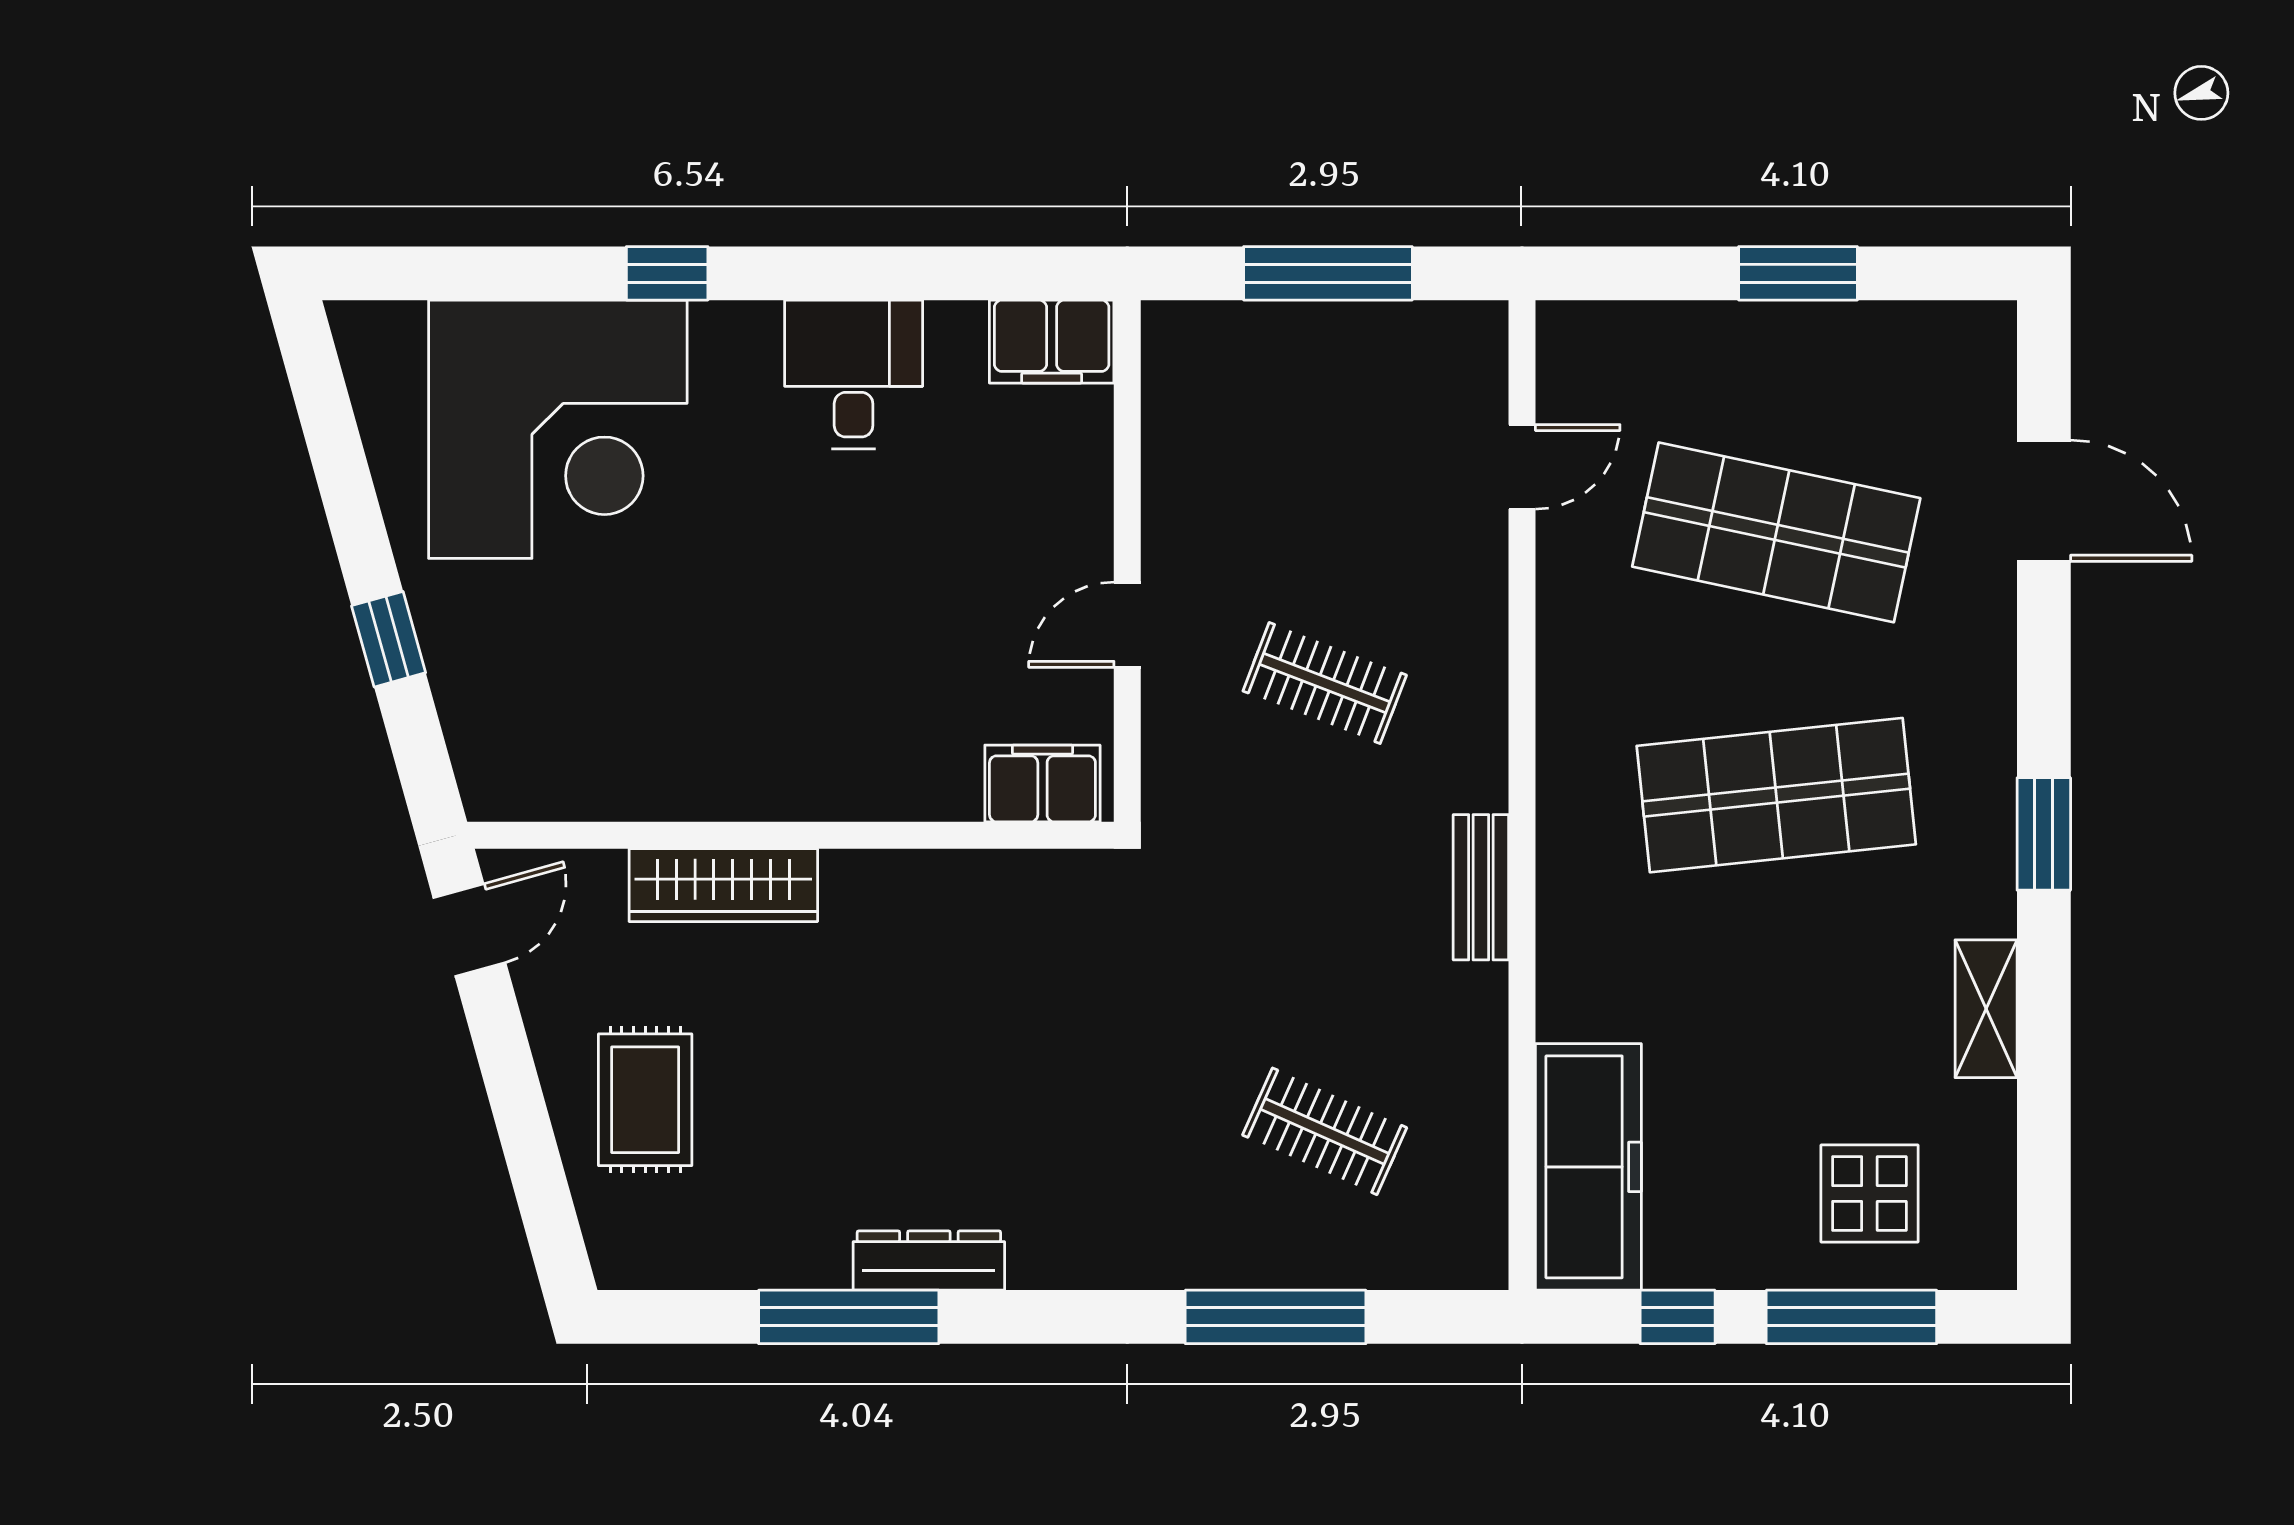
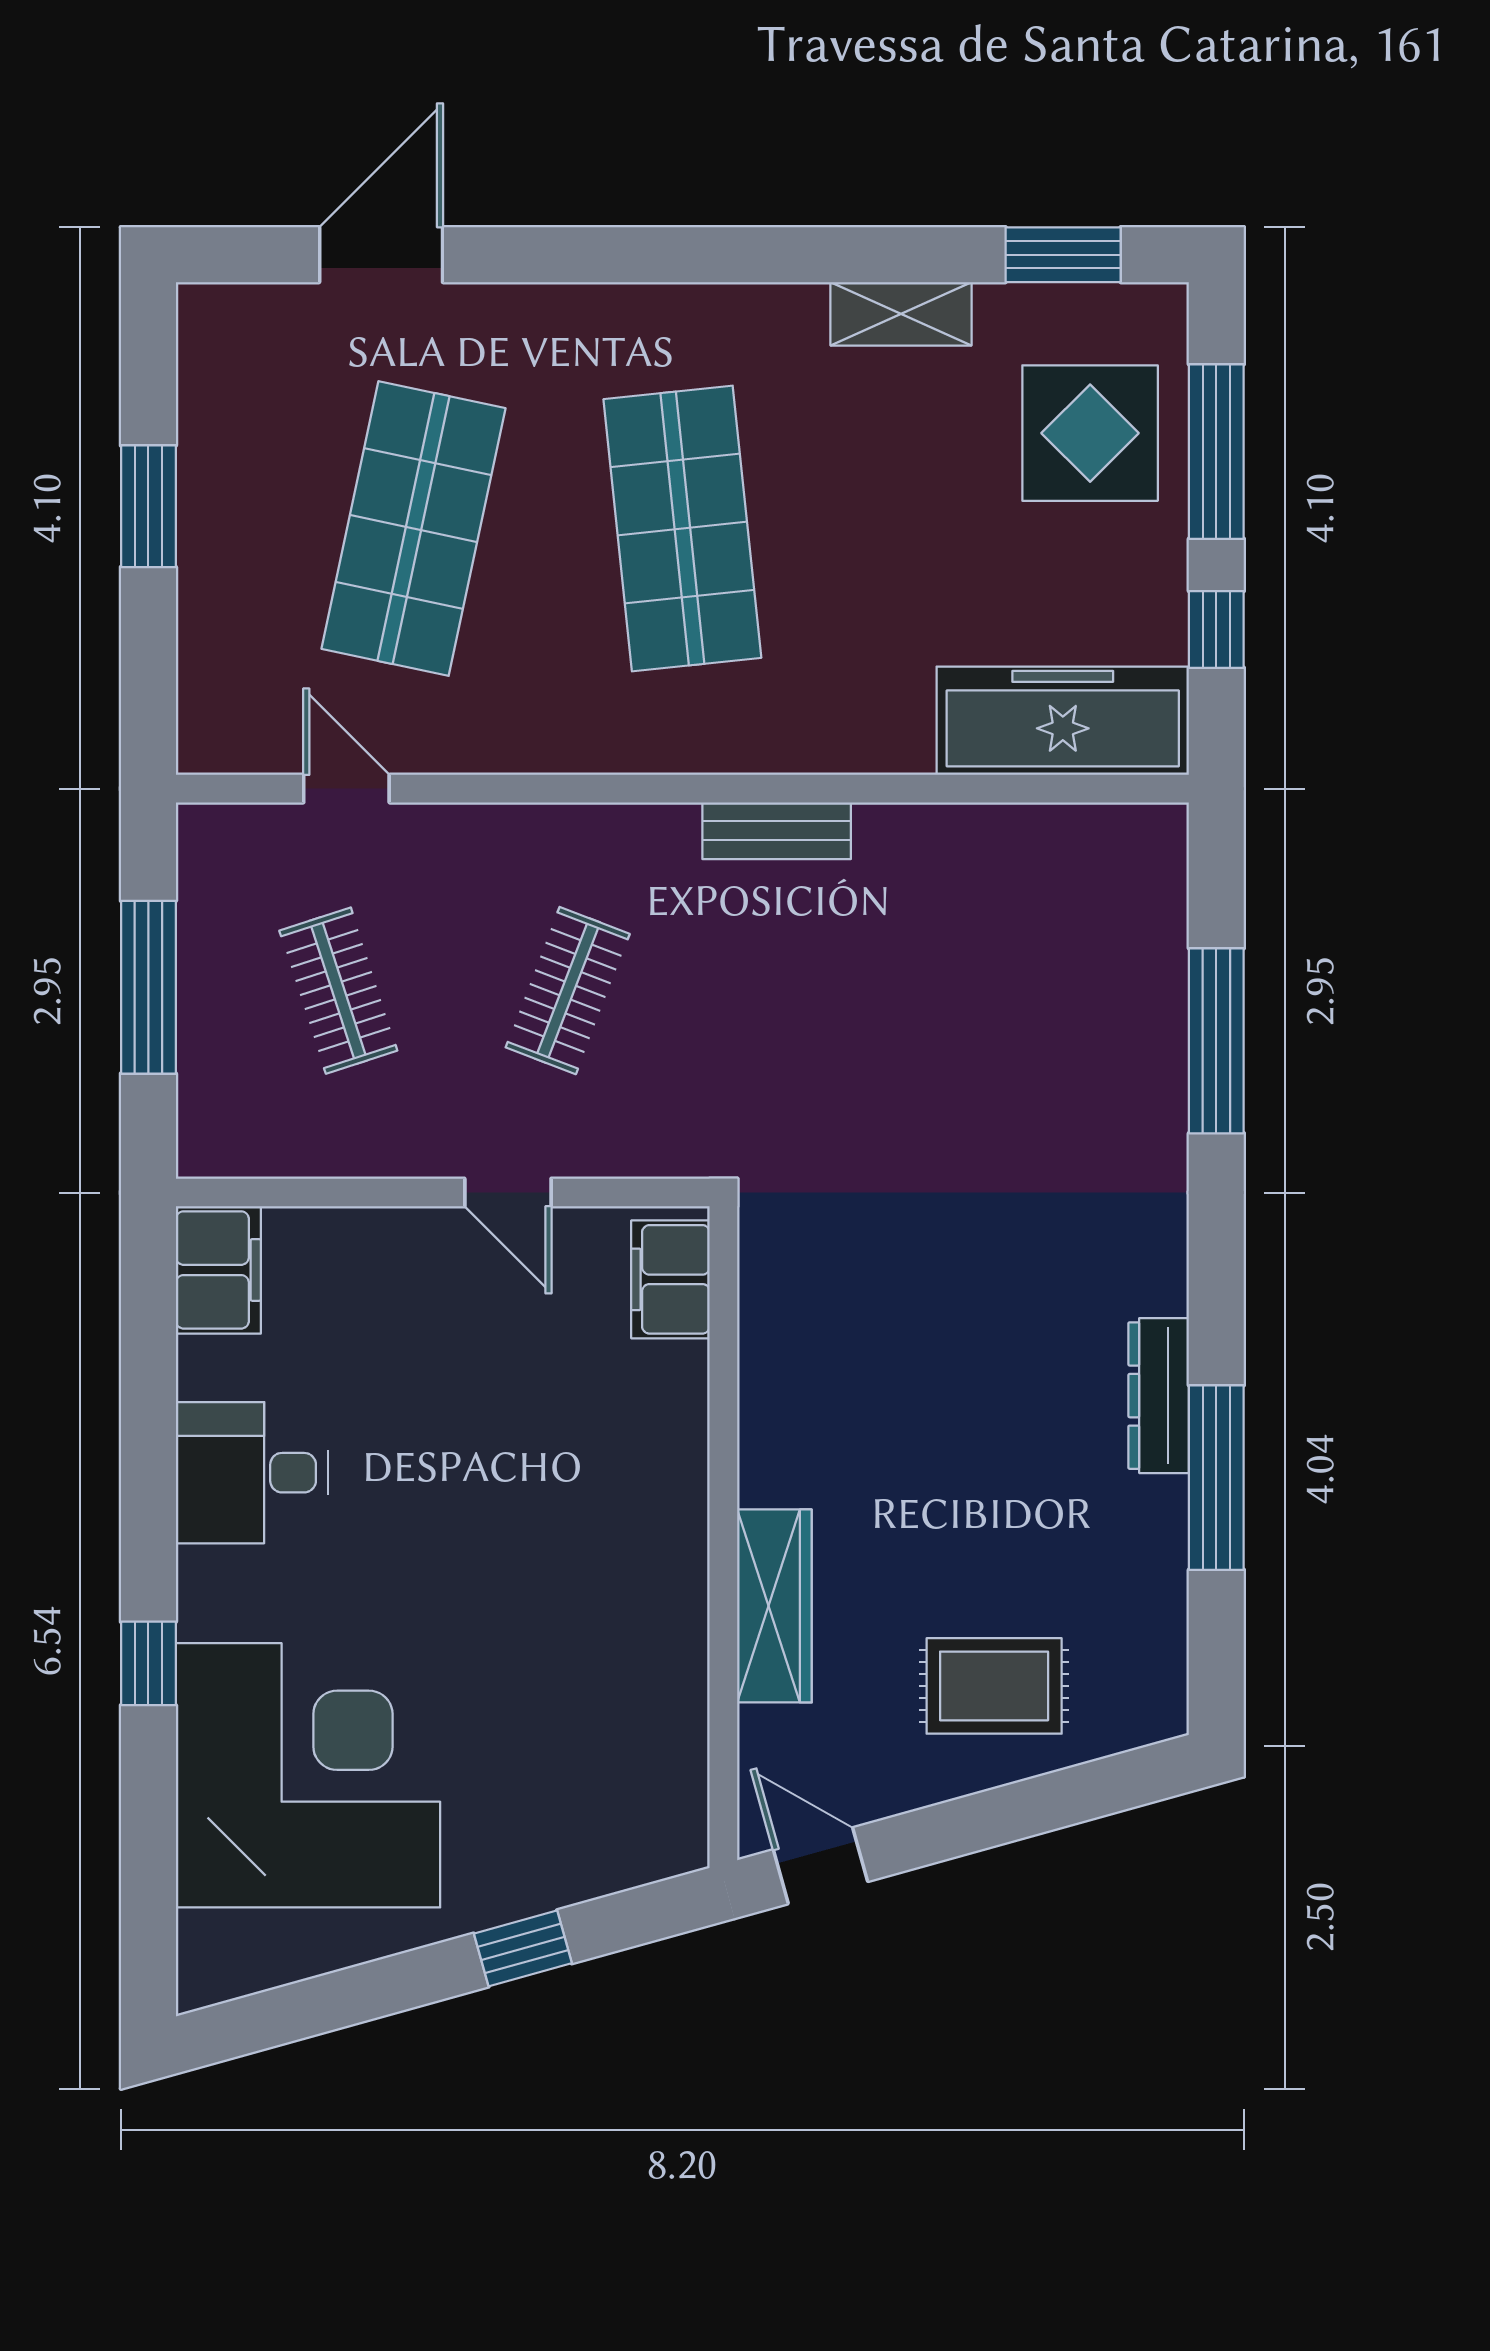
window: (2044, 834) -> (1063, 255), moved
clothes rail: (1325, 1131) -> (338, 991), moved, turned -42
display table: (1869, 1193) -> (1090, 433), width x1.36, depth x1.36

